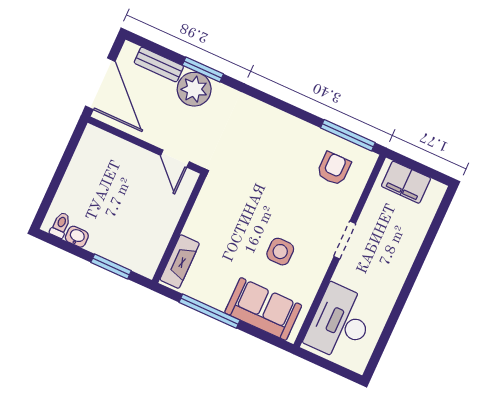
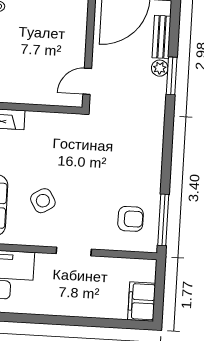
plant: (194, 89) -> (160, 68), width x0.53, depth x0.53
filing cabinet: (406, 182) -> (142, 302), moved
side table: (280, 252) -> (43, 201), turned -31

